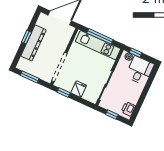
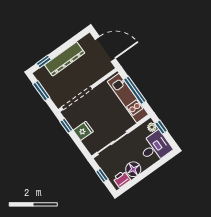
window: (27, 37) -> (44, 61), moved
floor lamp: (133, 96) -> (133, 169), added

